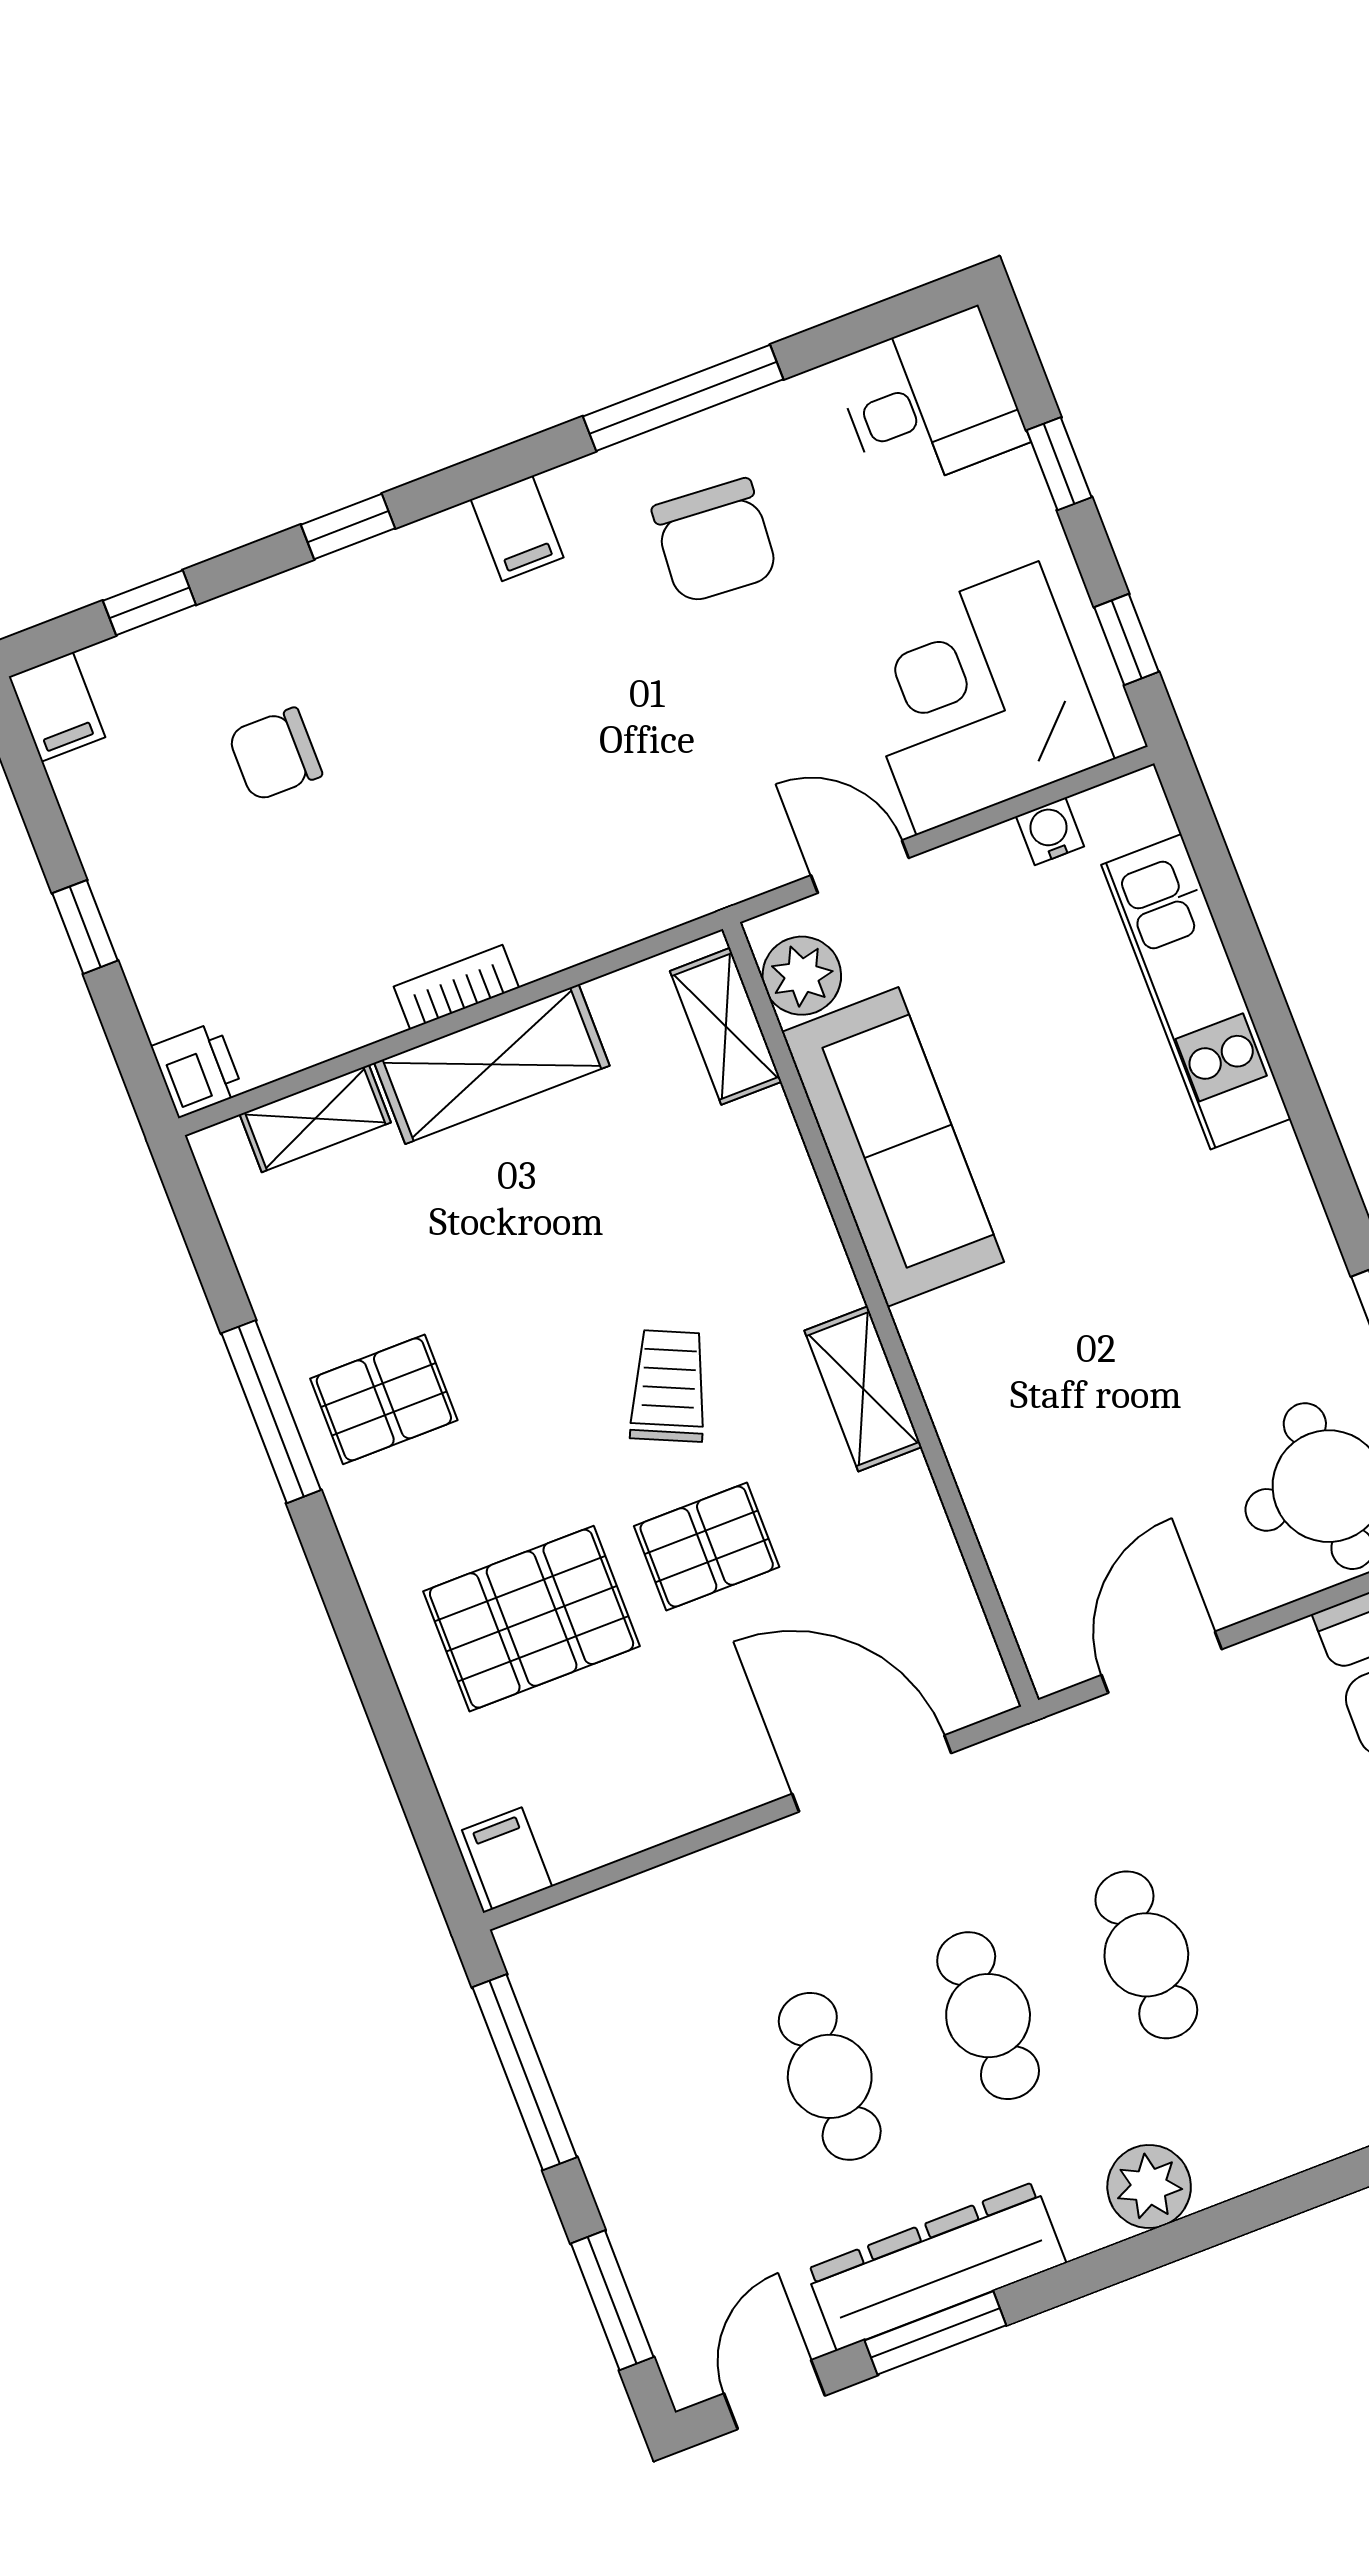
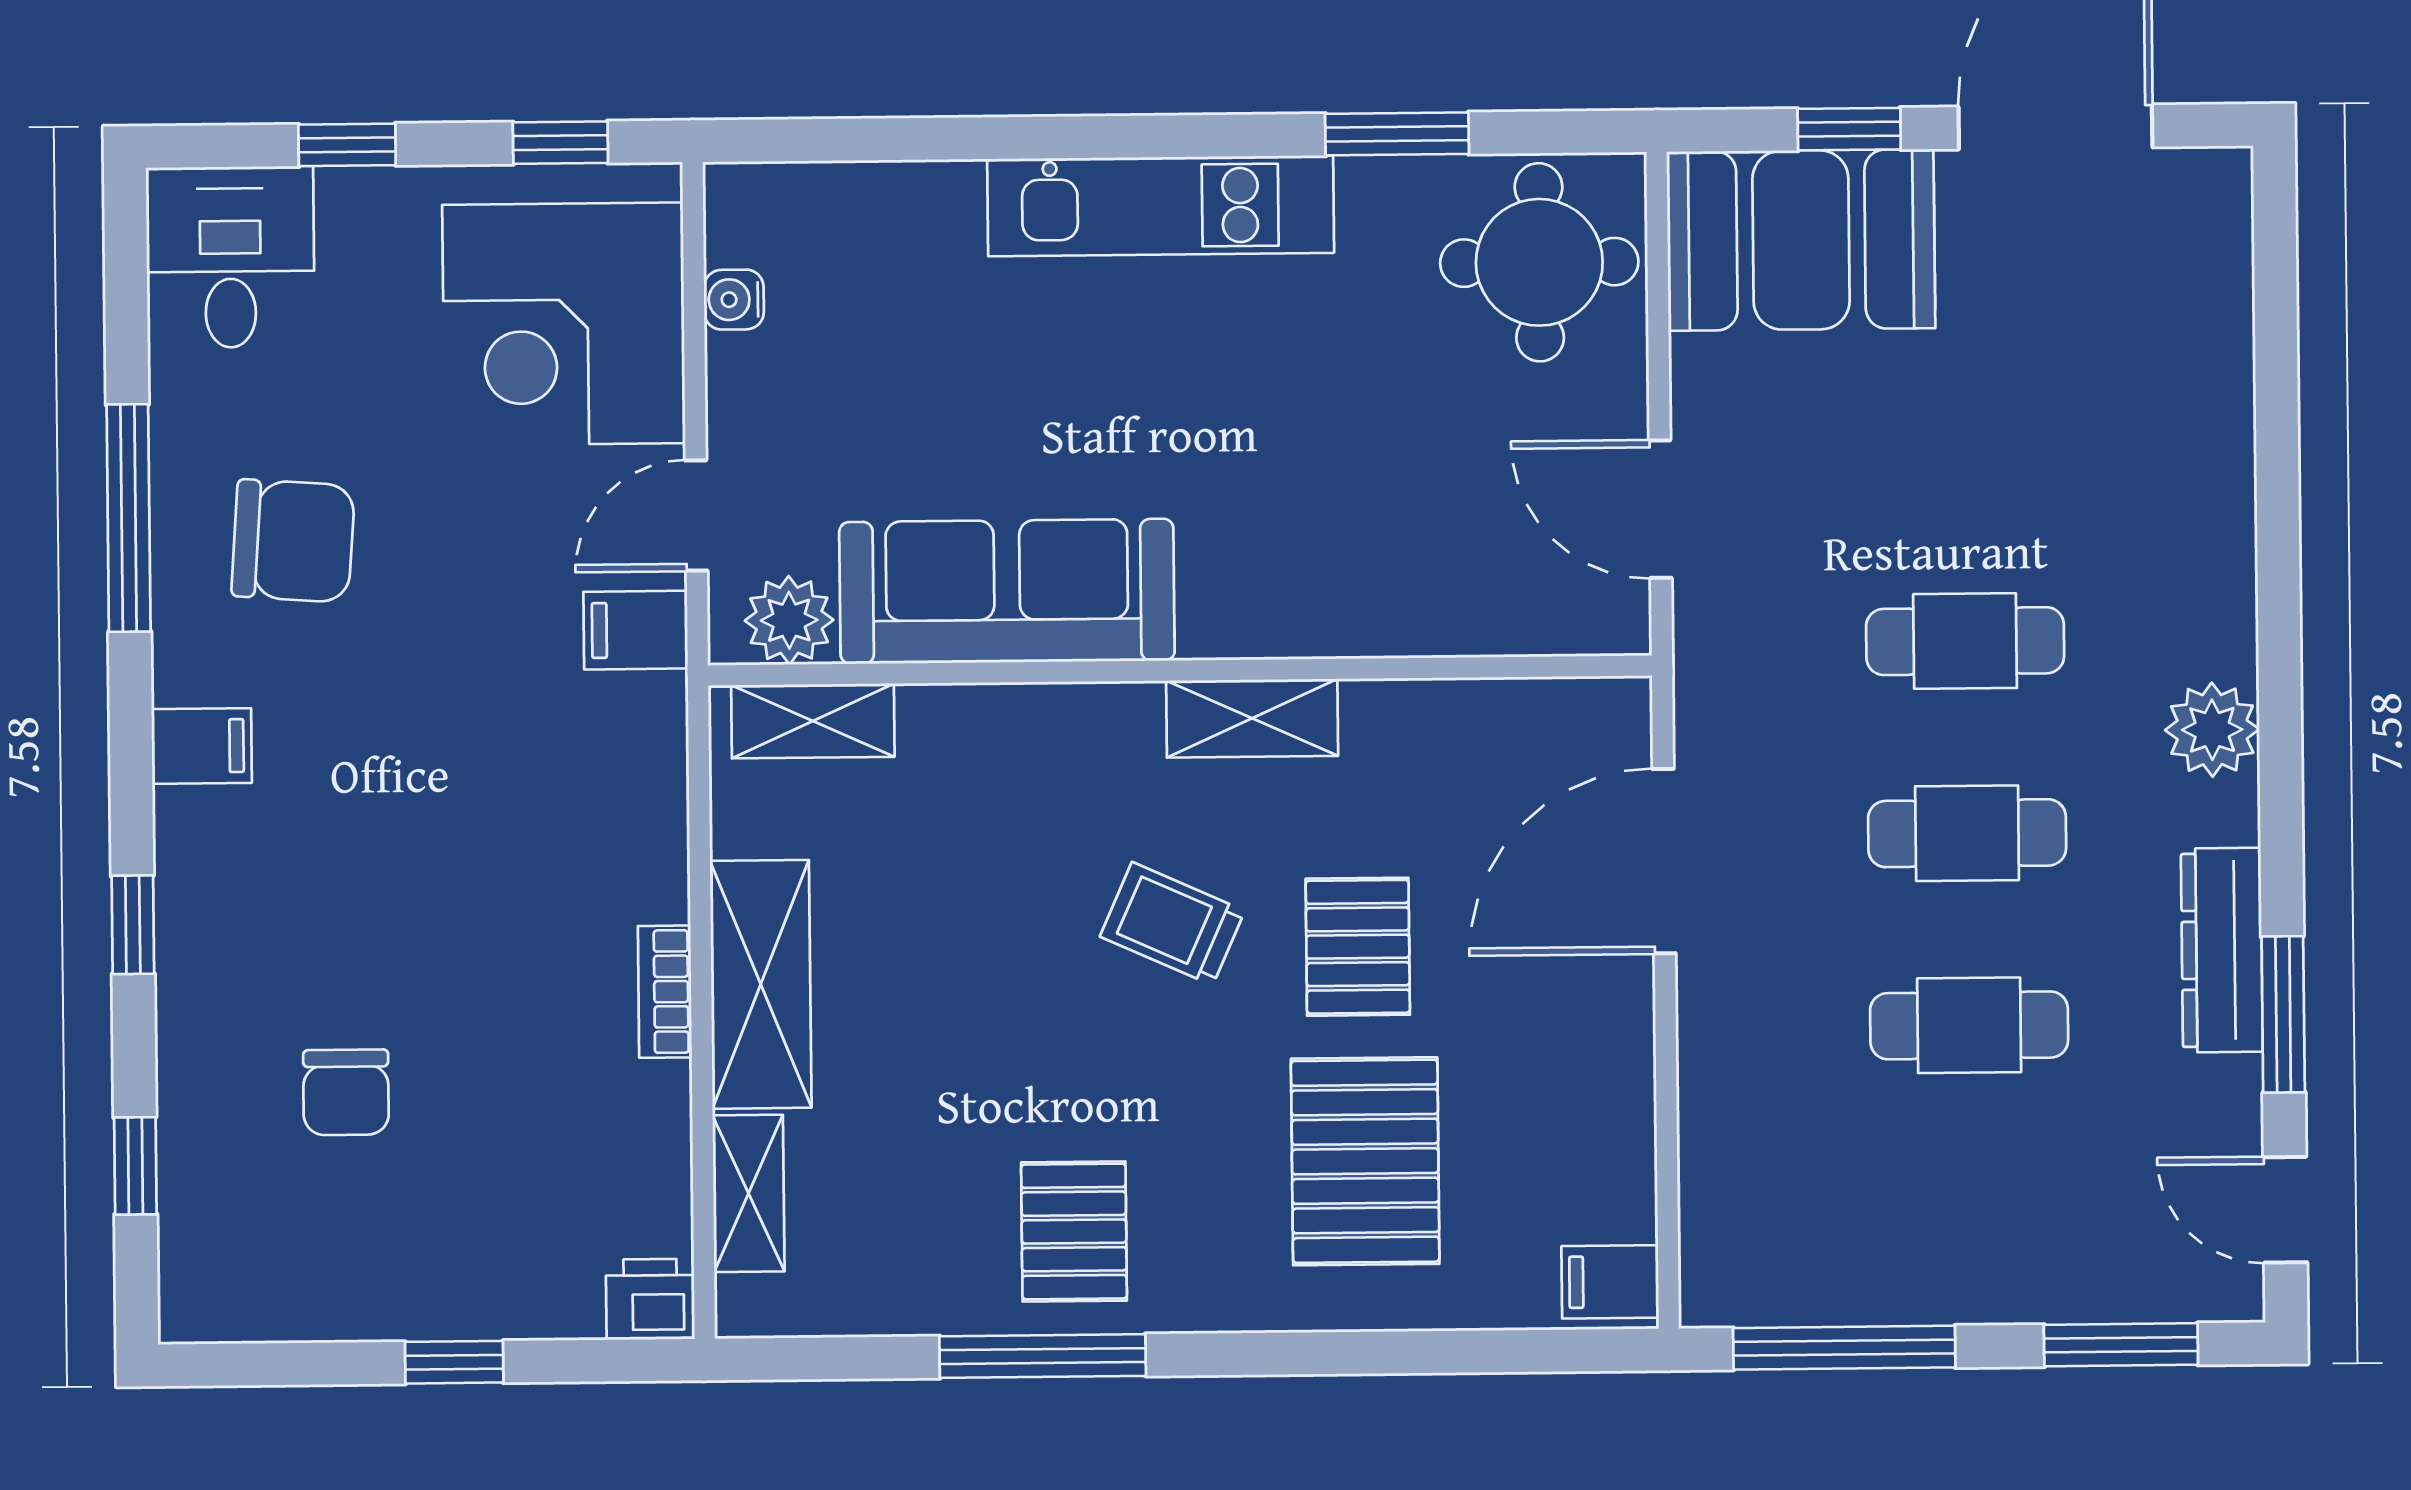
filing cabinet: (57, 707) -> (636, 630), moved, turned 180
kitchen unit: (1196, 992) -> (1161, 206), moved
dresser: (936, 2266) -> (2222, 950), width x0.73, depth x0.80

